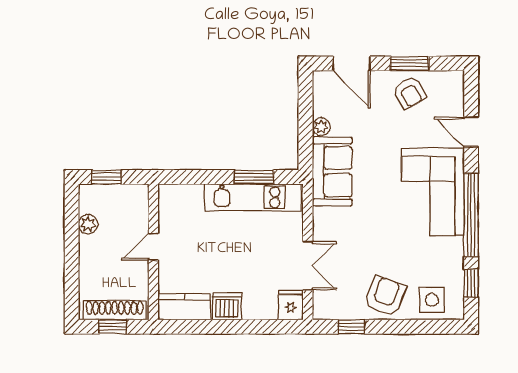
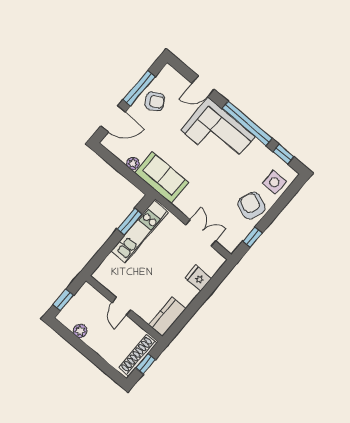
window: (409, 63) -> (139, 88), width x1.44
fridge: (291, 305) -> (198, 278), moved
dishwasher: (227, 306) -> (186, 294), removed

